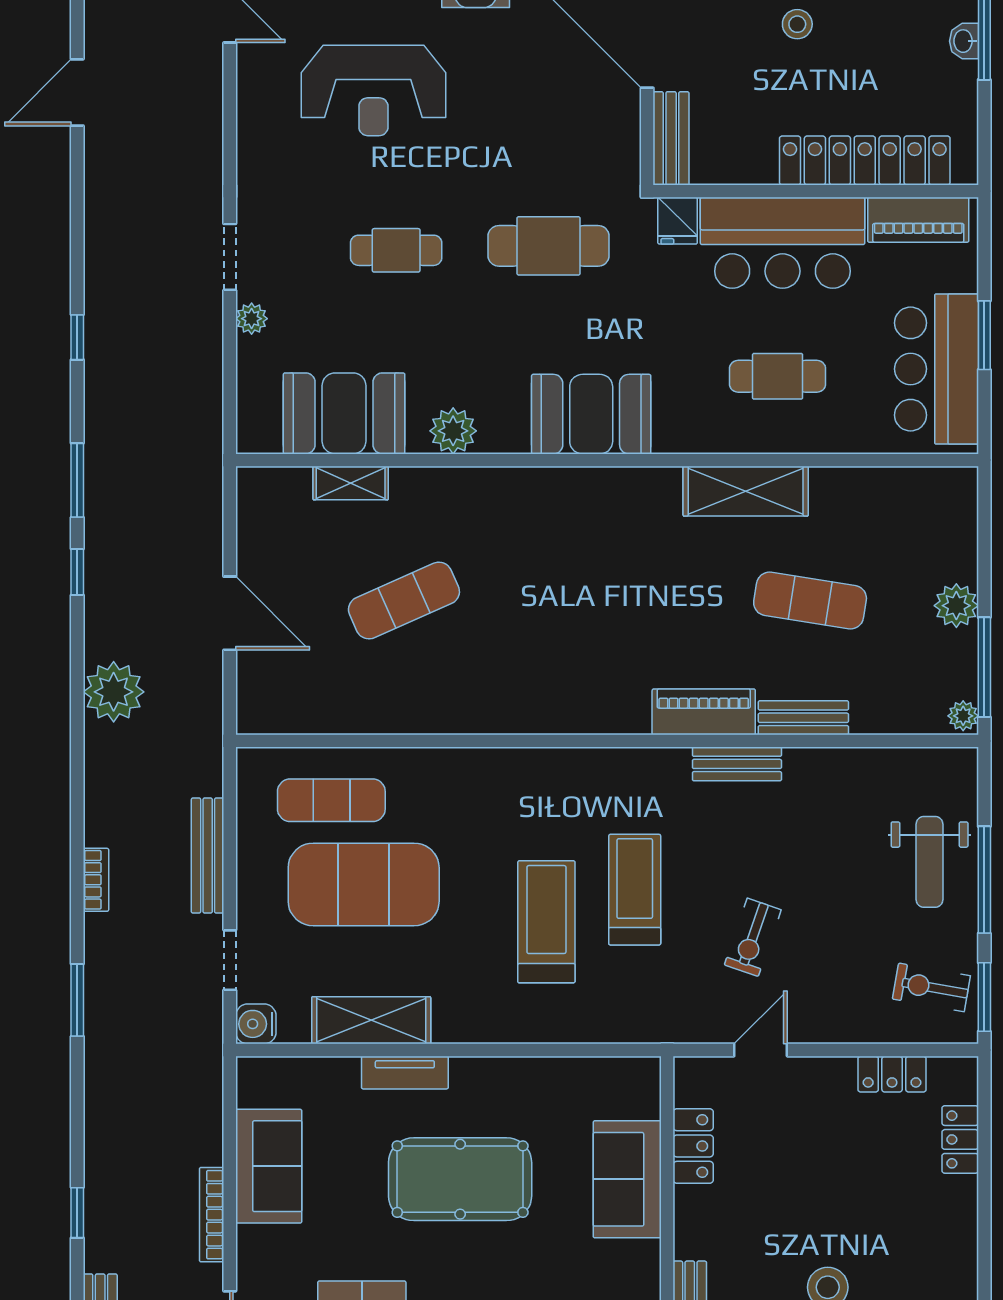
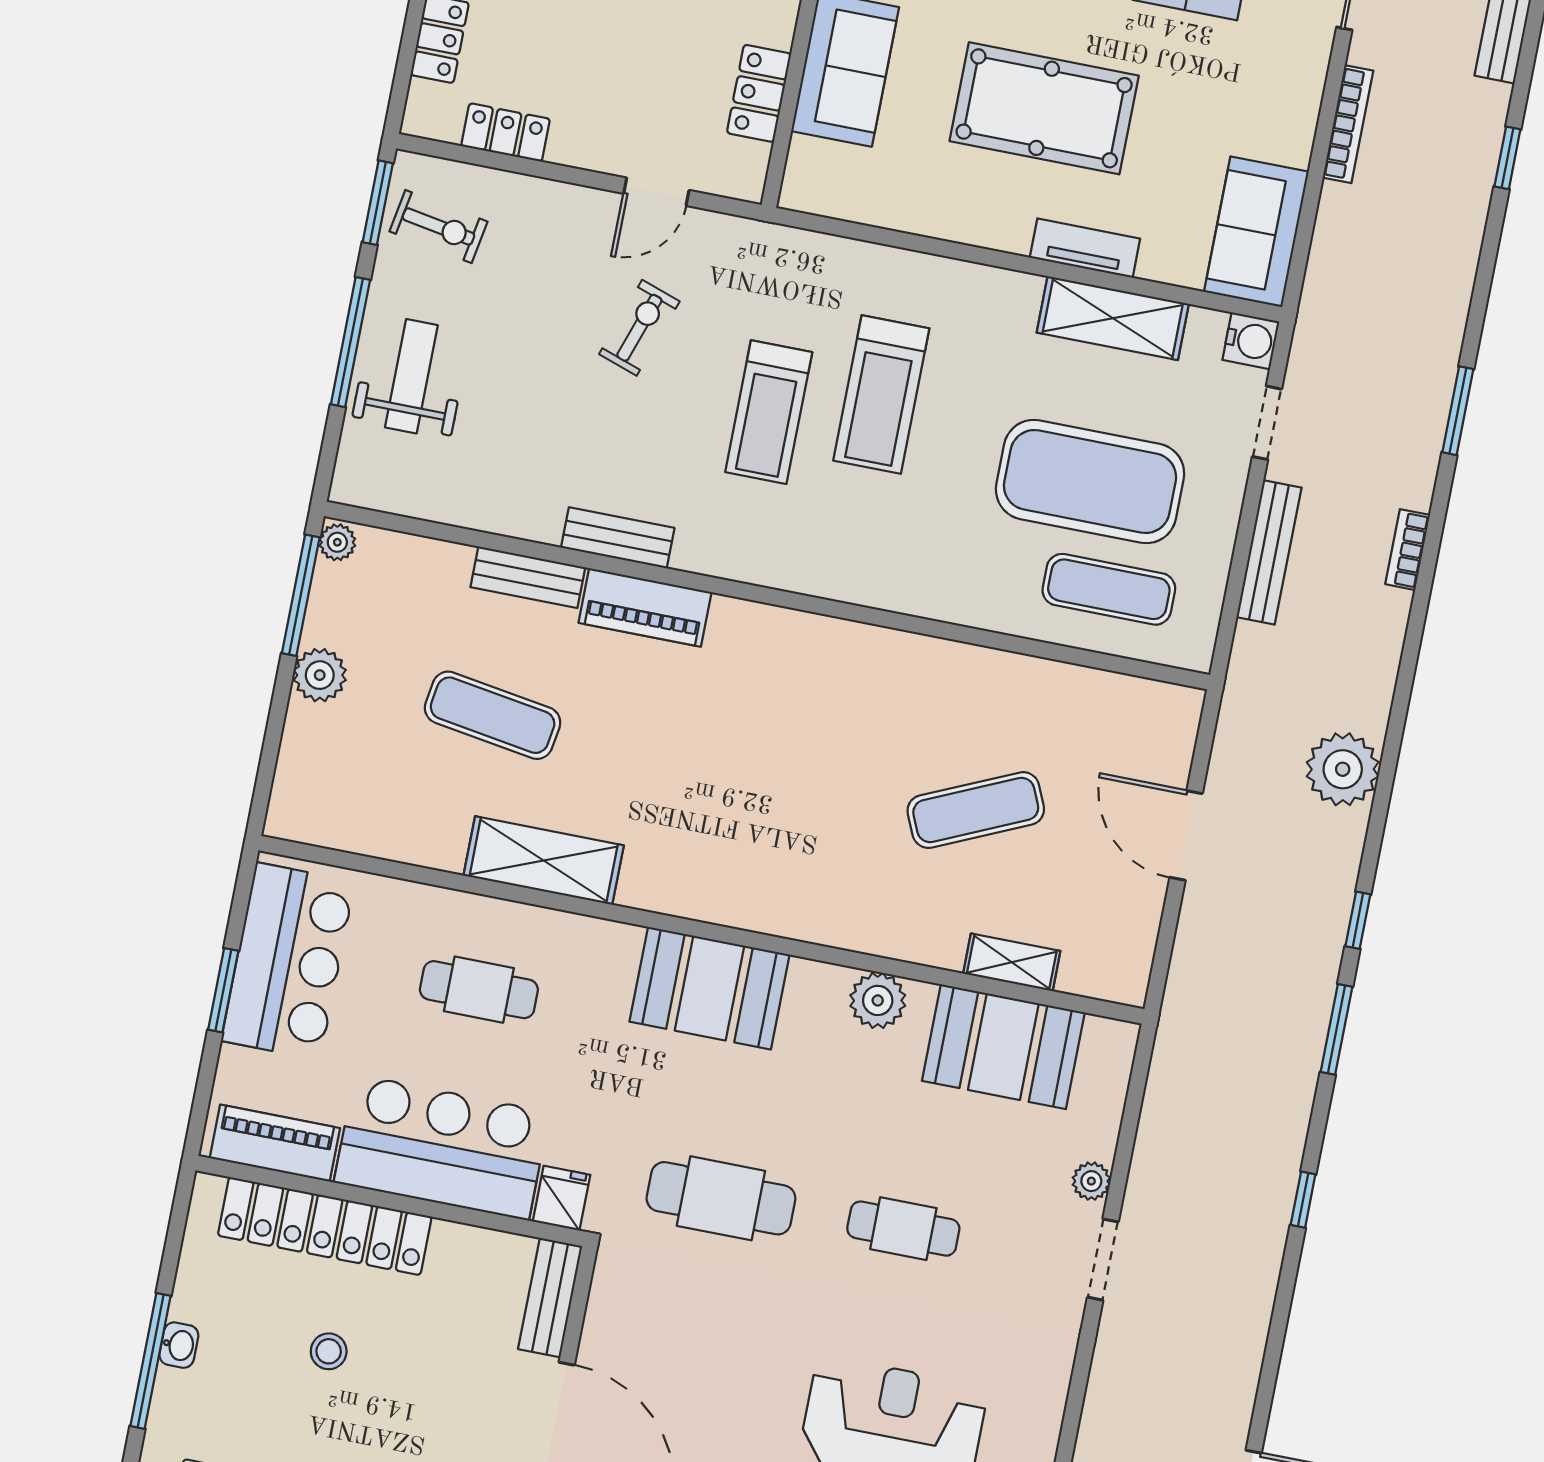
stool: (797, 24) -> (329, 1351), moved
sofa: (269, 1166) -> (1256, 232), moved

